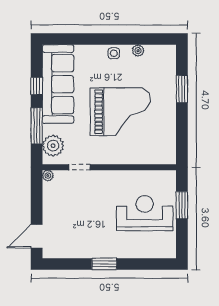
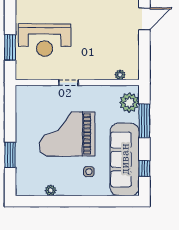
side table: (114, 53) -> (89, 172), moved
window: (37, 86) -> (144, 168), moved
doorway: (80, 167) -> (68, 83), moved
plant: (48, 176) -> (120, 75), moved

